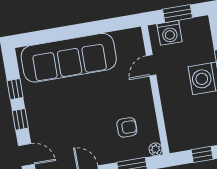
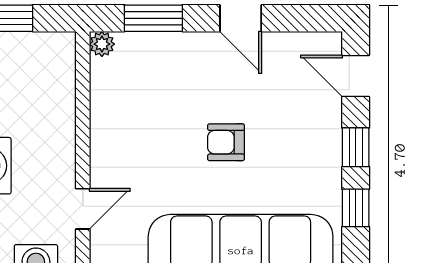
armchair: (127, 127) -> (226, 142), moved

